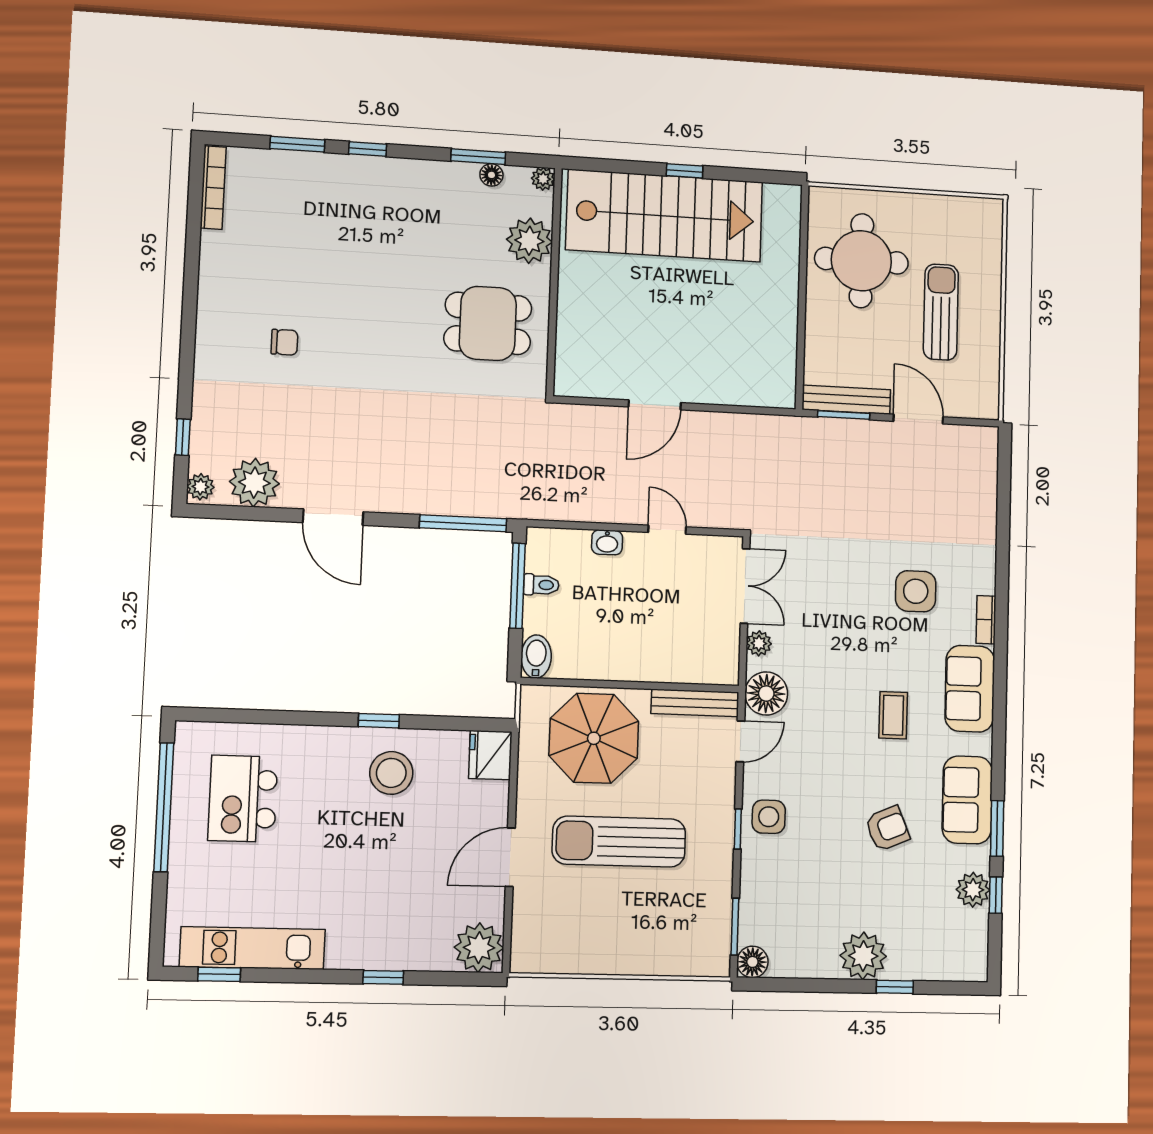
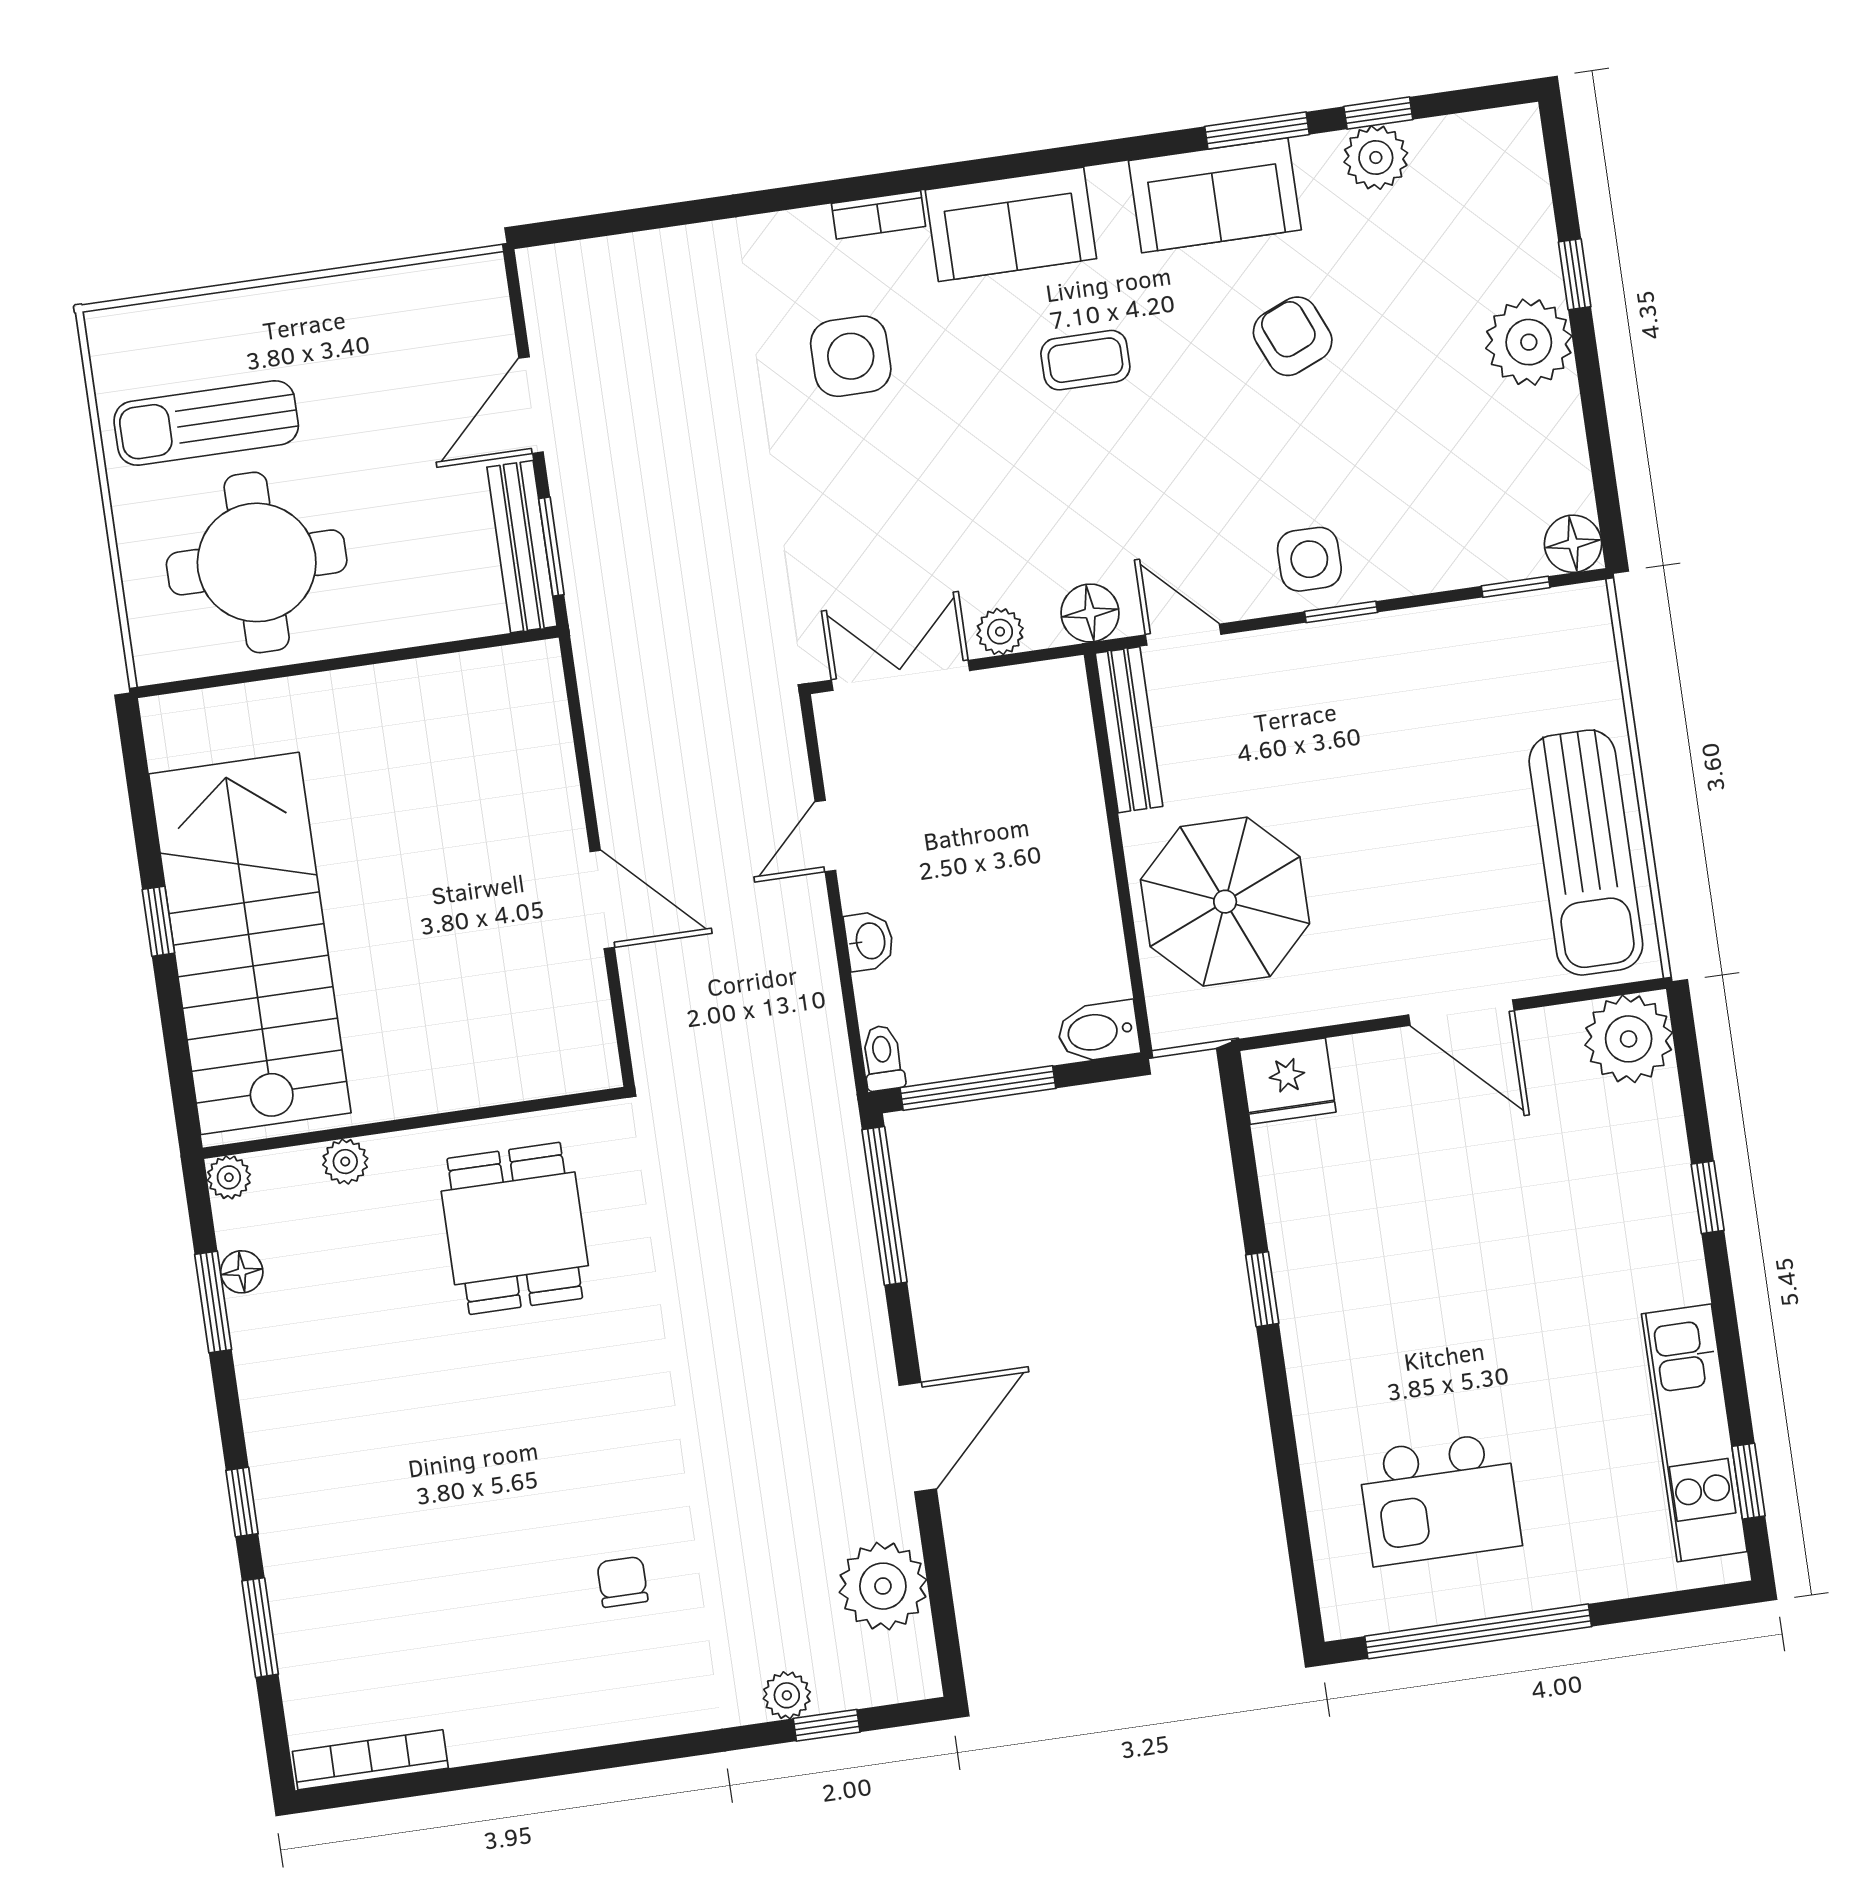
plant: (529, 241) -> (345, 1162), width x0.53, depth x0.53
sun lounger: (941, 312) -> (206, 423), moved
plant: (200, 487) -> (787, 1695), moved
toilet: (541, 585) -> (883, 1058), moved
floor lamp: (766, 694) -> (1090, 613), width x0.73, depth x0.73
stool: (391, 773) -> (1350, 1250), removed
sun lounger: (619, 842) -> (1586, 853), moved
window: (735, 927) -> (1516, 587), width x0.67

